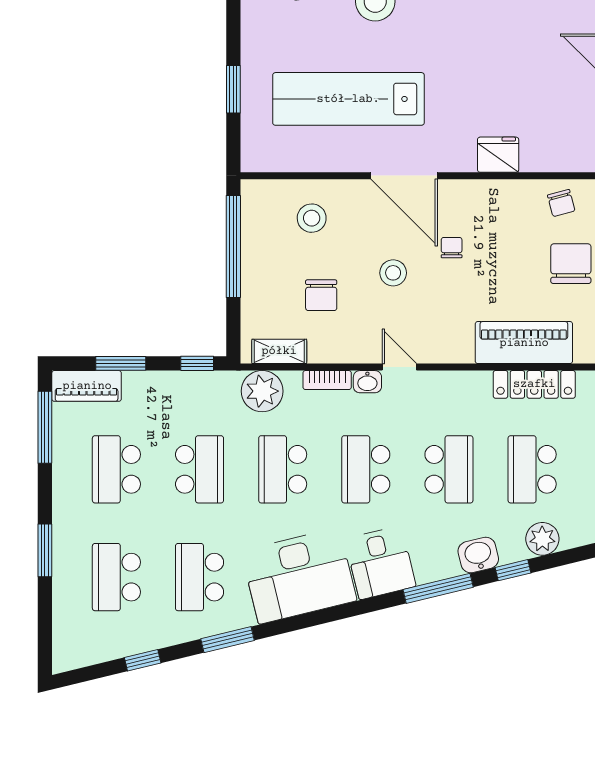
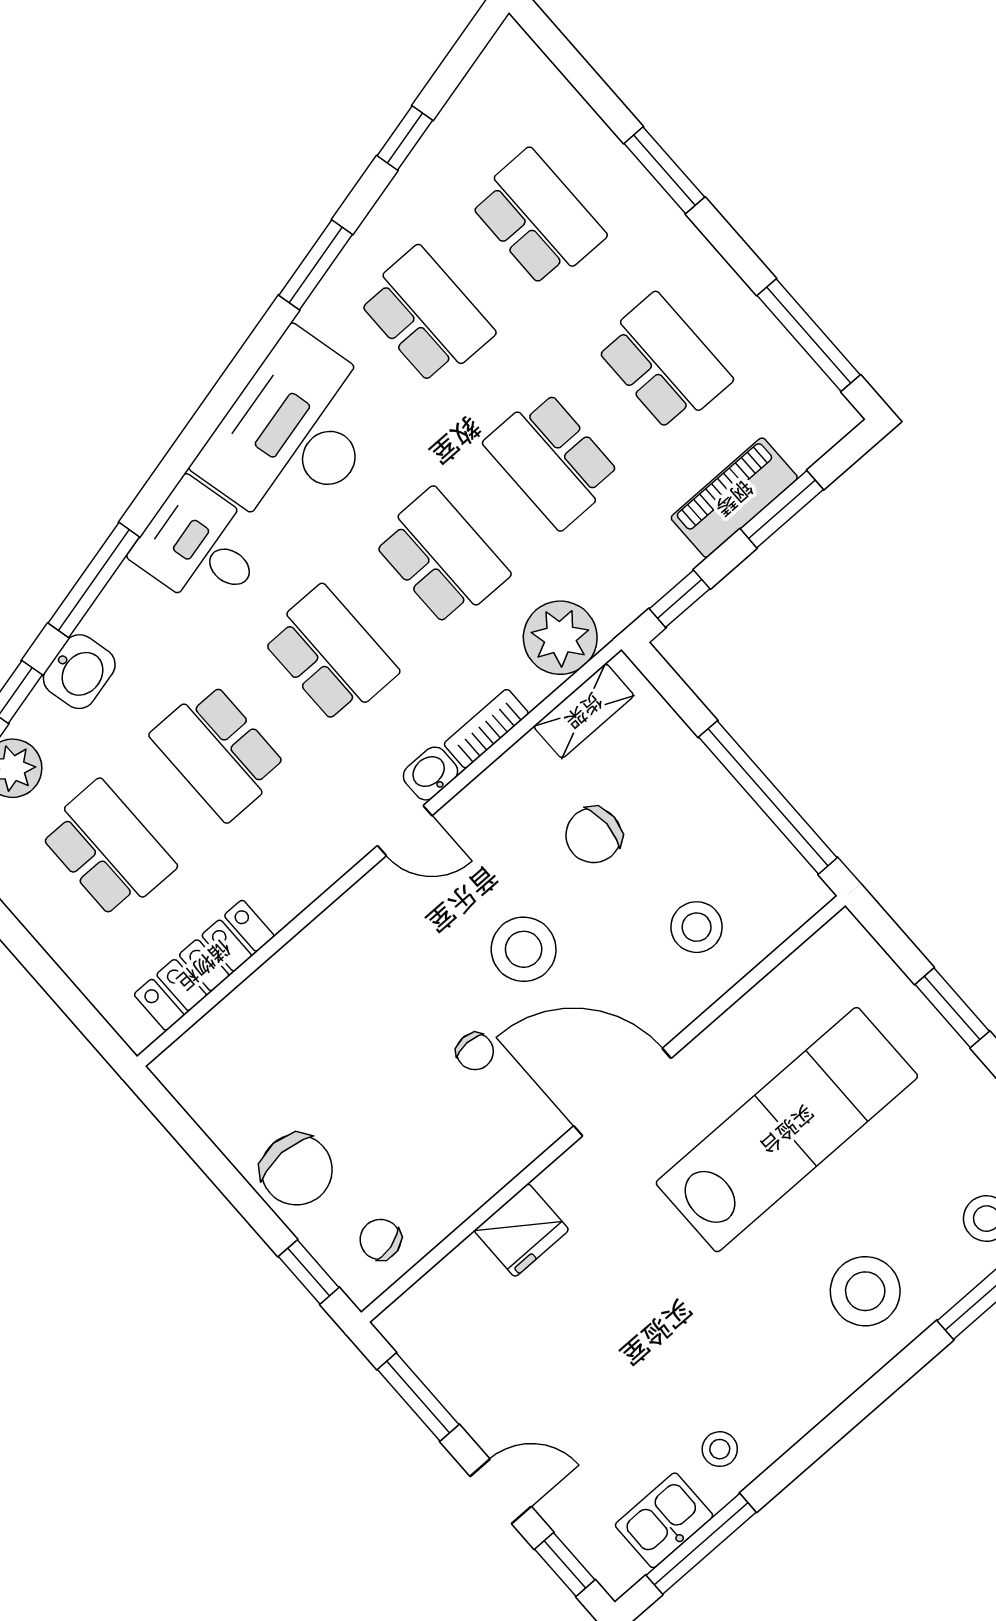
stool: (393, 273) -> (524, 949), width x1.38, depth x1.38
chair: (321, 295) -> (594, 835), turned -90
piano: (524, 343) -> (267, 1009), removed
piano: (87, 386) -> (734, 498), moved

